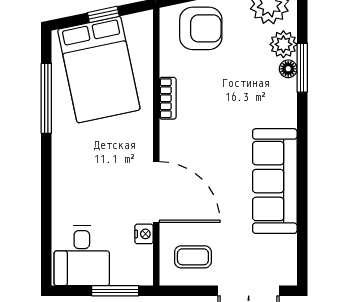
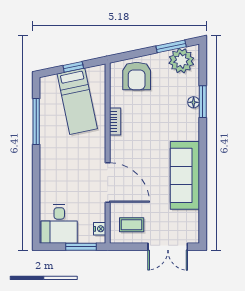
armchair: (201, 28) -> (137, 76), turned 90
plant: (283, 44) -> (190, 86), removed
bed: (99, 70) -> (77, 101), width x0.67
nightstand: (144, 234) -> (100, 229), moved

